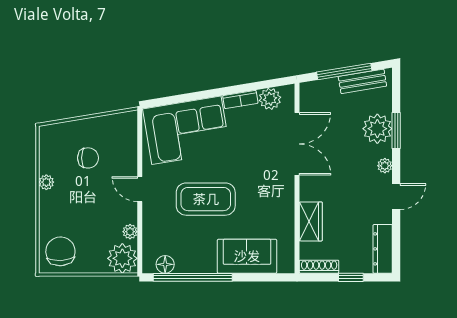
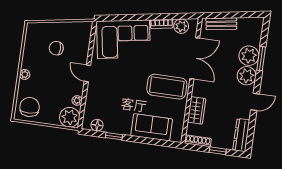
window: (344, 71) -> (232, 15), removed
bench: (362, 81) -> (221, 24), moved
chair: (88, 158) -> (56, 48), turned 180
plant: (385, 166) -> (247, 76), width x1.87, depth x1.87
plant: (46, 182) -> (25, 74), moved
coffee table: (206, 199) -> (167, 87), moved
window: (193, 277) -> (114, 136), width x0.32

